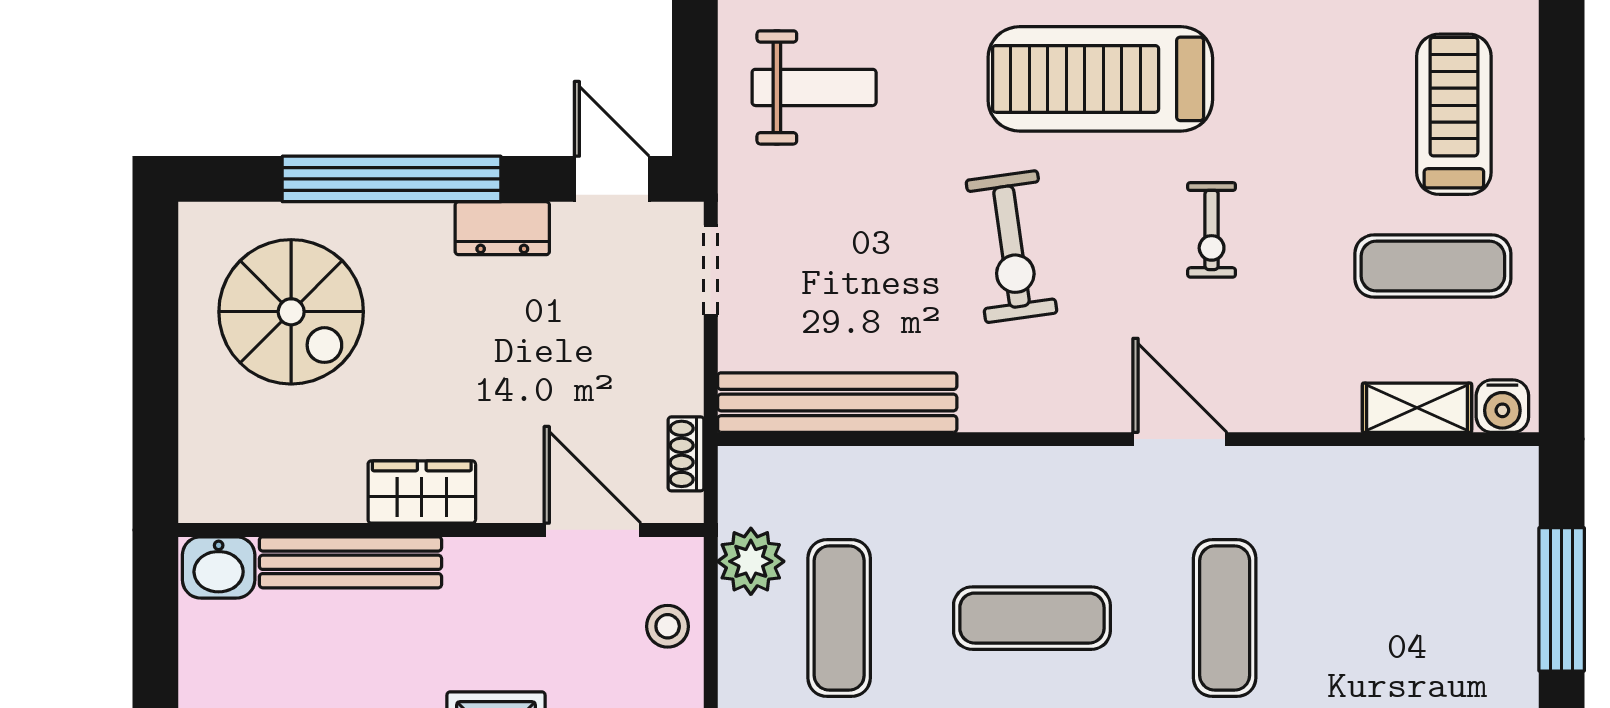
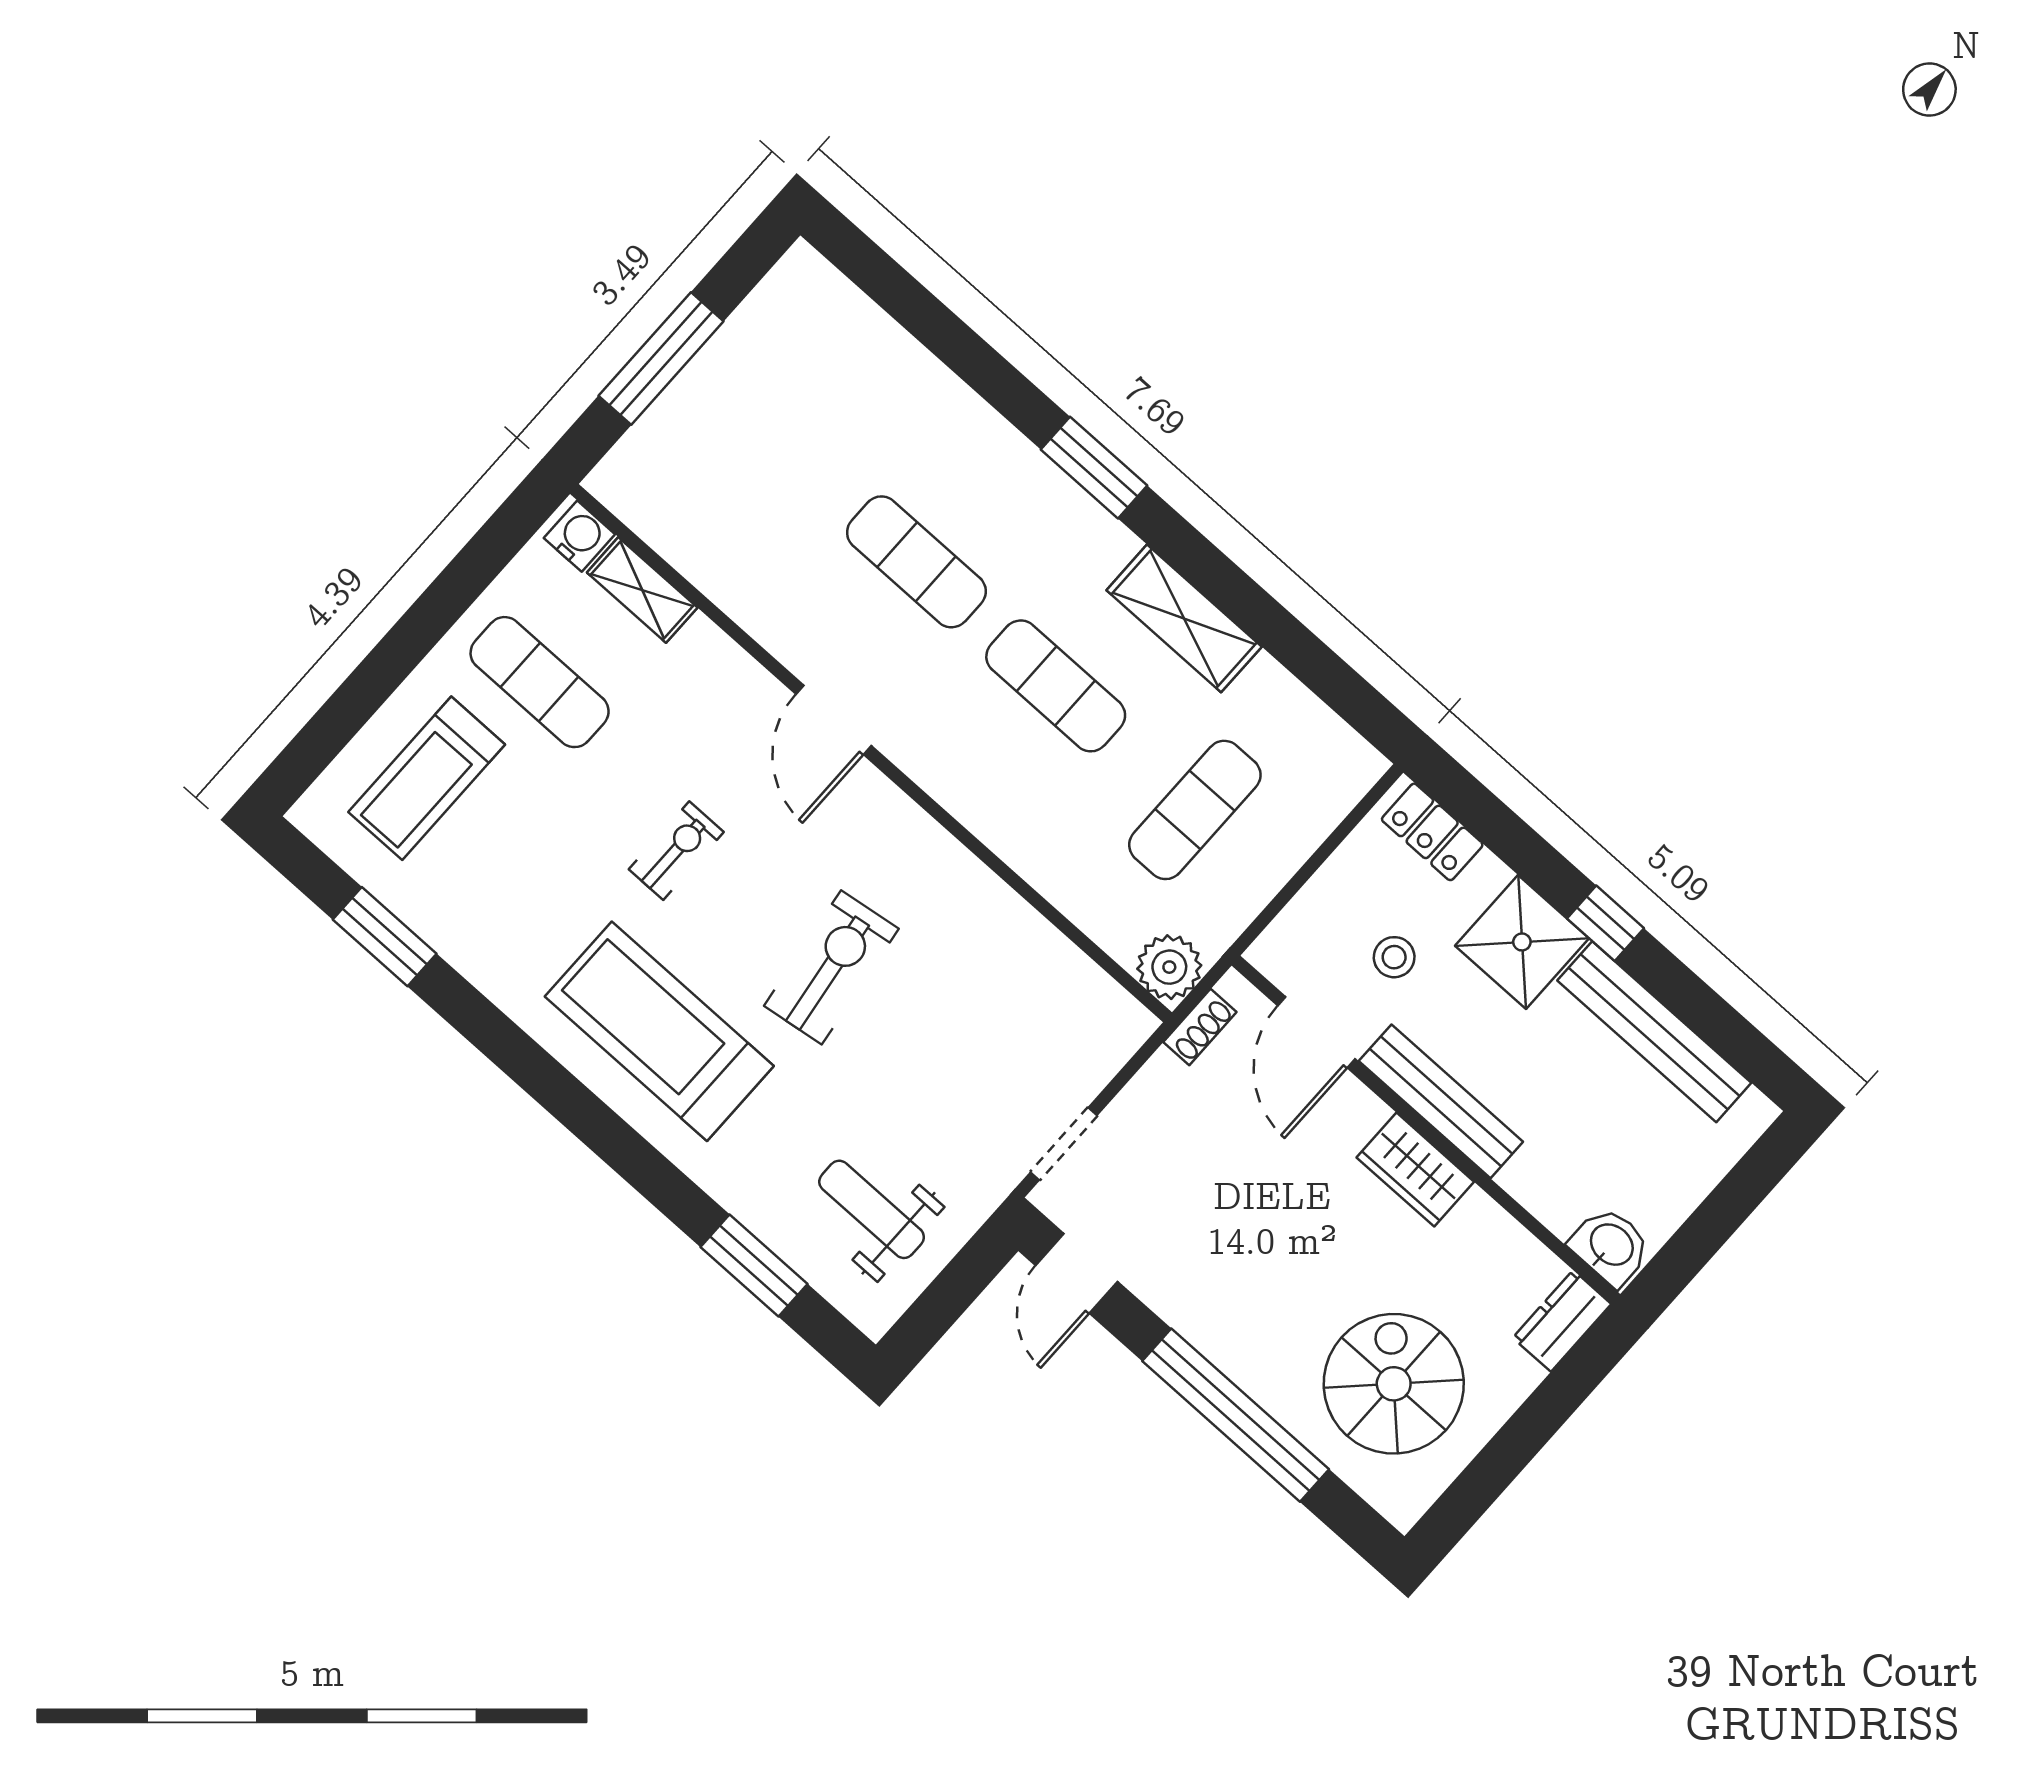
treadmill: (1100, 79) -> (659, 1031), turned 180
dresser: (502, 228) -> (1562, 1321), moved, turned -90
bench: (837, 403) -> (1058, 967), removed
plant: (751, 561) -> (1169, 967), moved
bench: (350, 562) -> (1441, 1101), moved
exercise mat: (1225, 618) -> (916, 562), turned 90
stool: (668, 626) -> (1394, 957), moved

